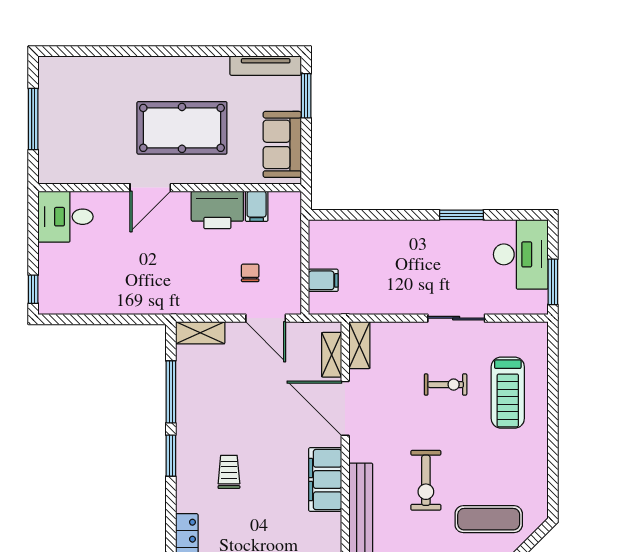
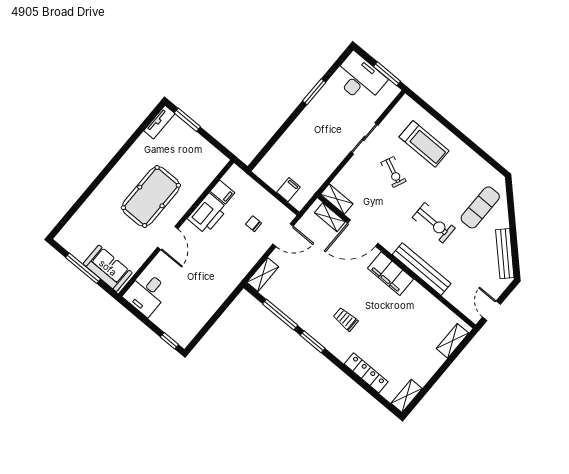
tv unit: (266, 66) -> (159, 122), width x0.71
sofa: (282, 144) -> (108, 268), moved, turned 180
exercise bike: (446, 385) -> (393, 172), turned 114

